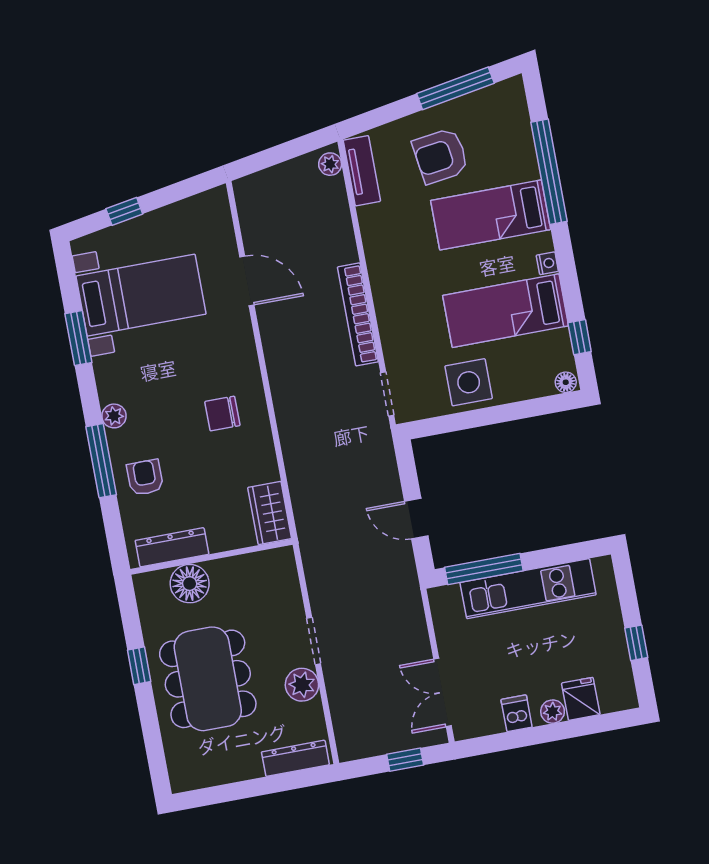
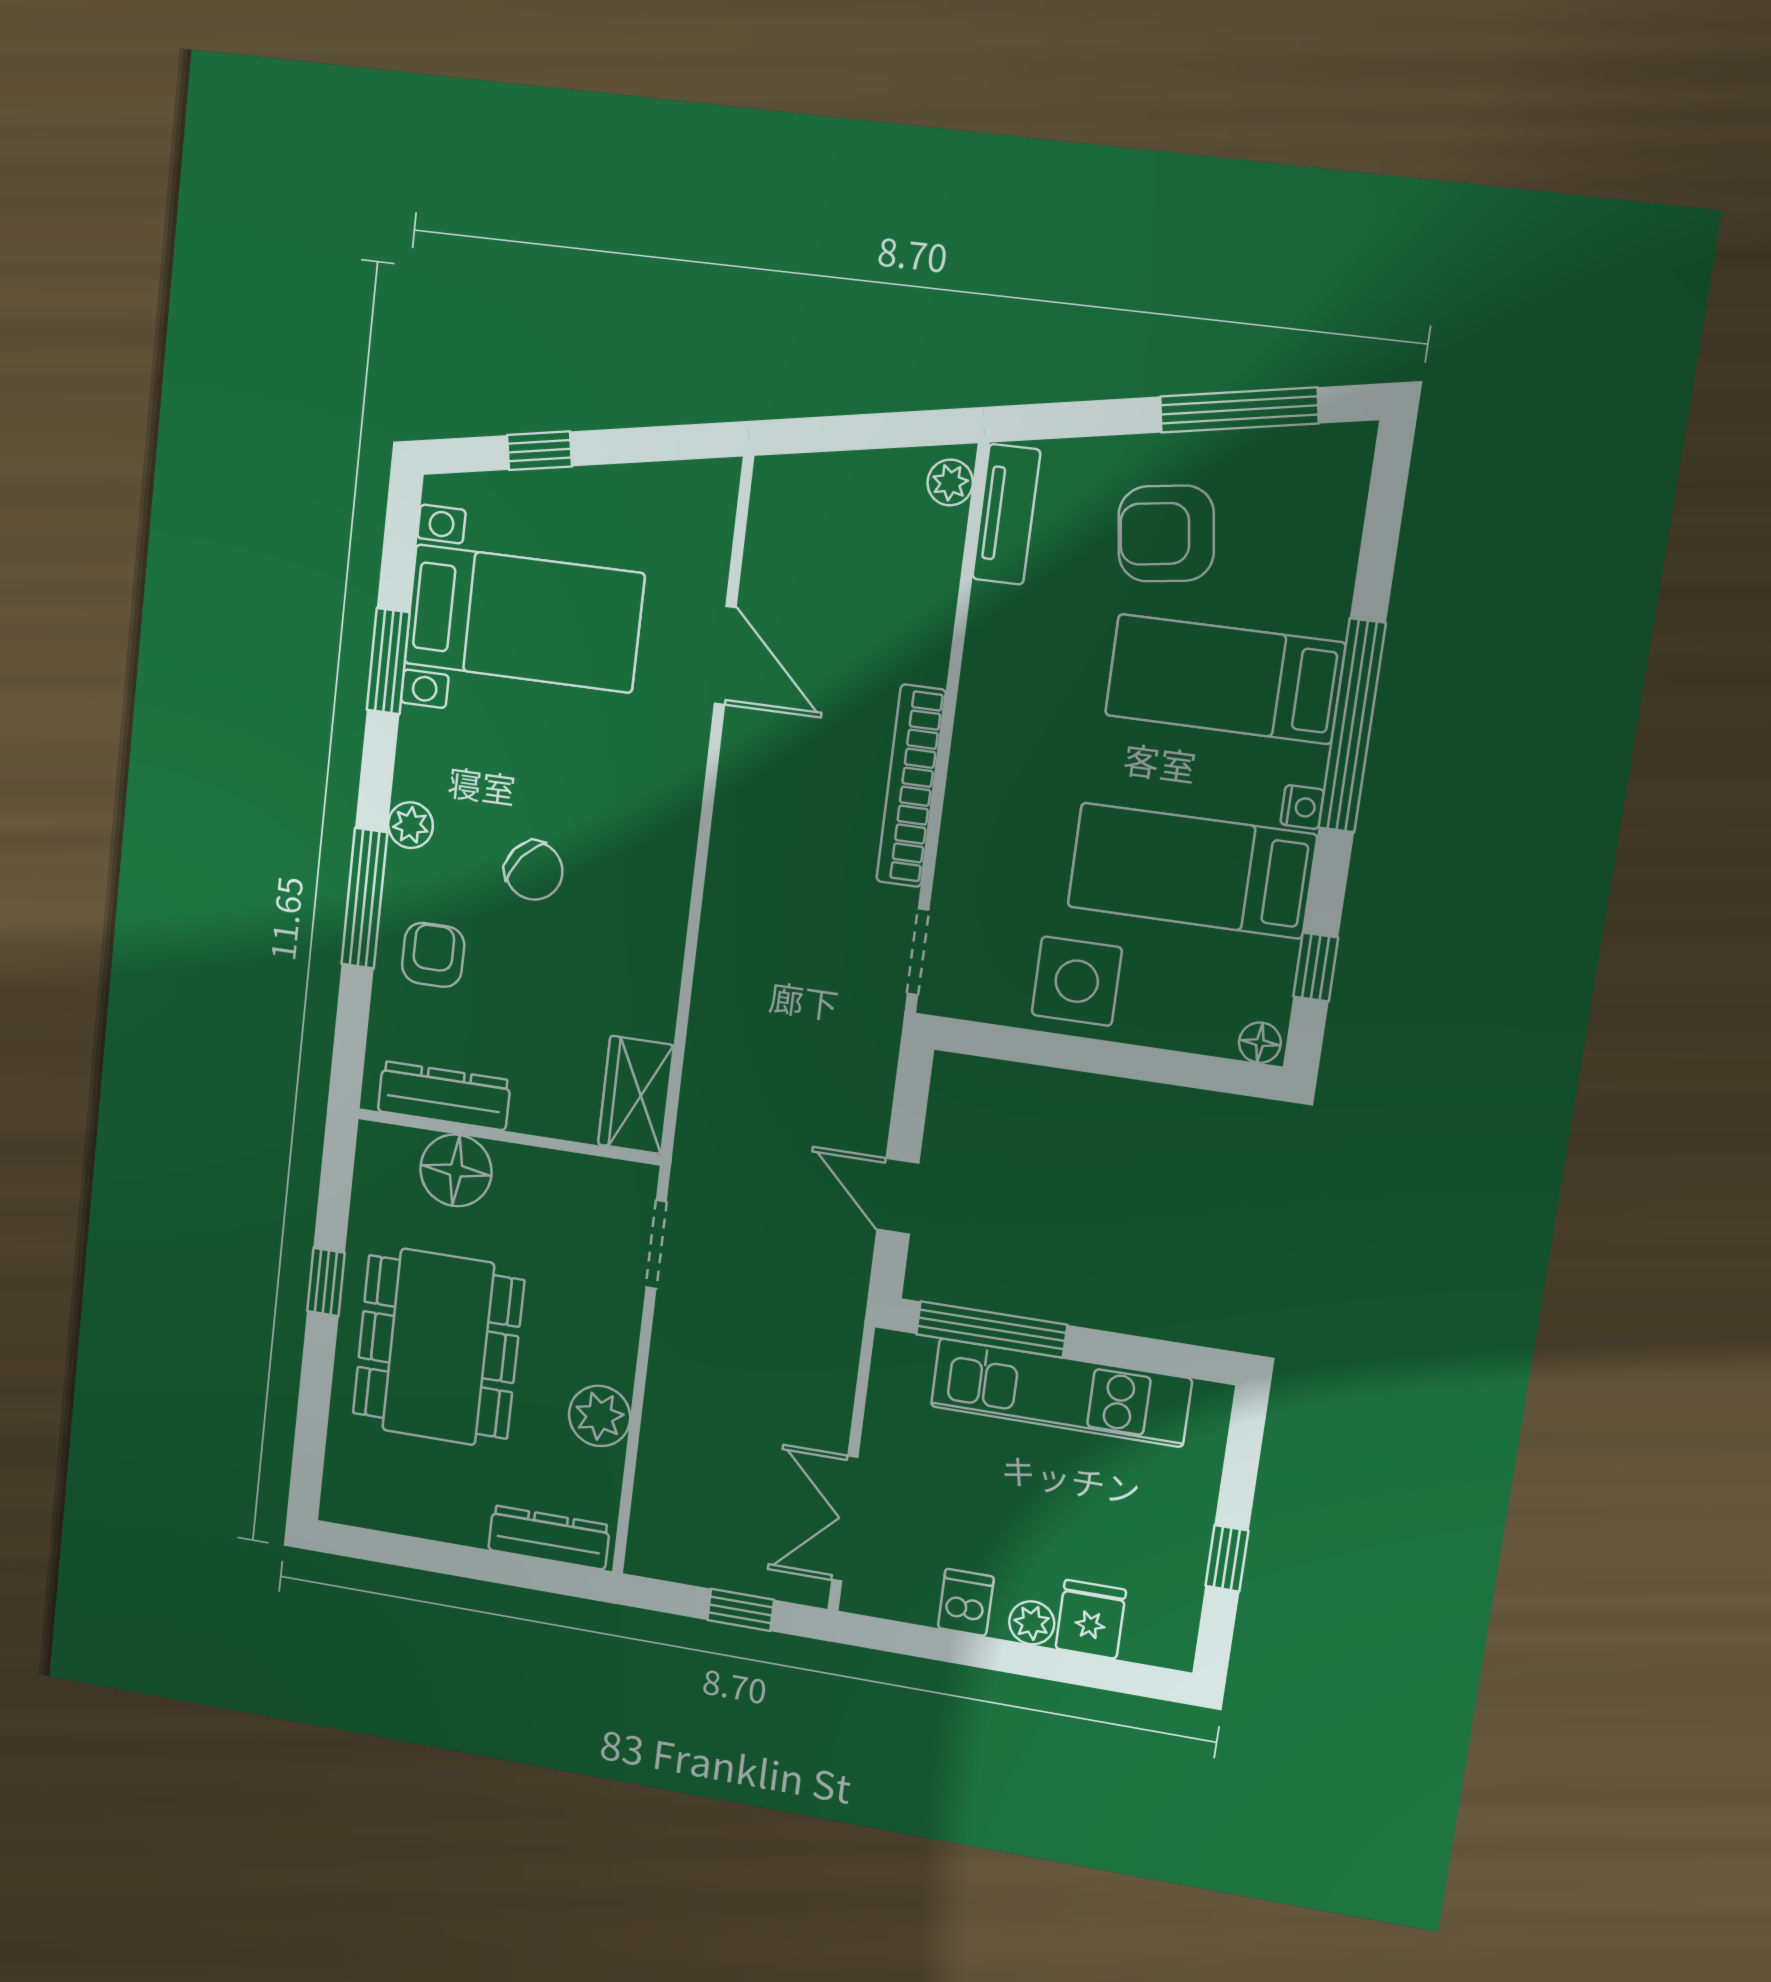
window: (549, 172) -> (1352, 726), moved
chair: (222, 414) -> (534, 871), moved, turned -140
doorway: (314, 641) -> (656, 1244), moved

